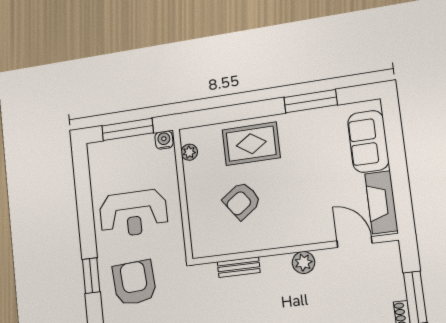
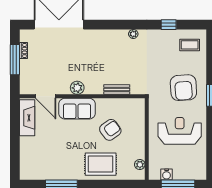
water cooler: (164, 140) -> (167, 174), moved
sofa: (368, 141) -> (77, 109), moved, turned 90

